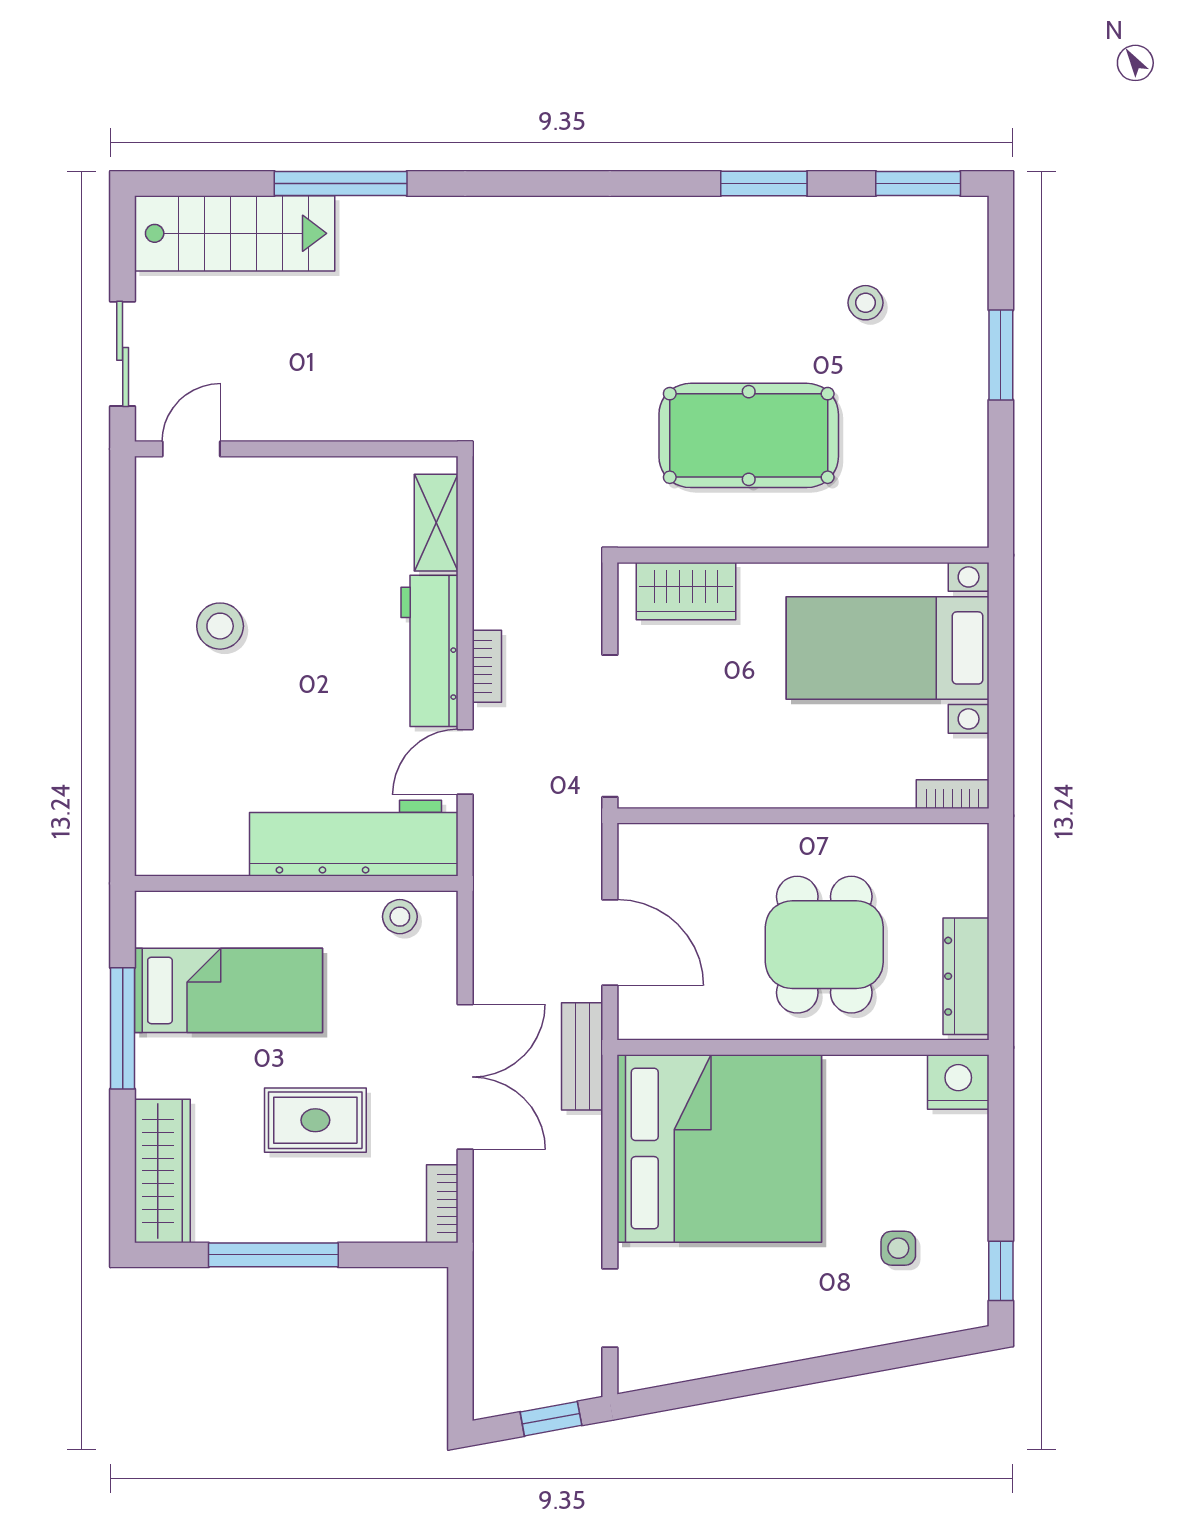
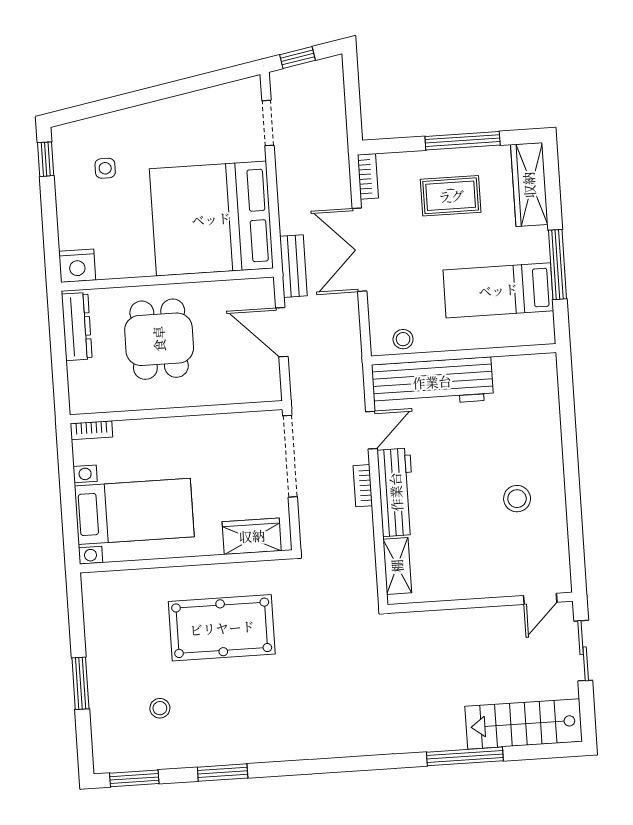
rug: (315, 1120) -> (451, 196), moved

